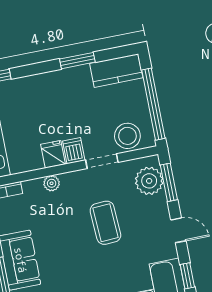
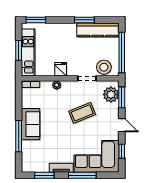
kitchen counter: (116, 71) -> (98, 30), width x1.50
dishwasher: (74, 151) -> (72, 69), removed
coffee table: (105, 223) -> (82, 113), turned 71

